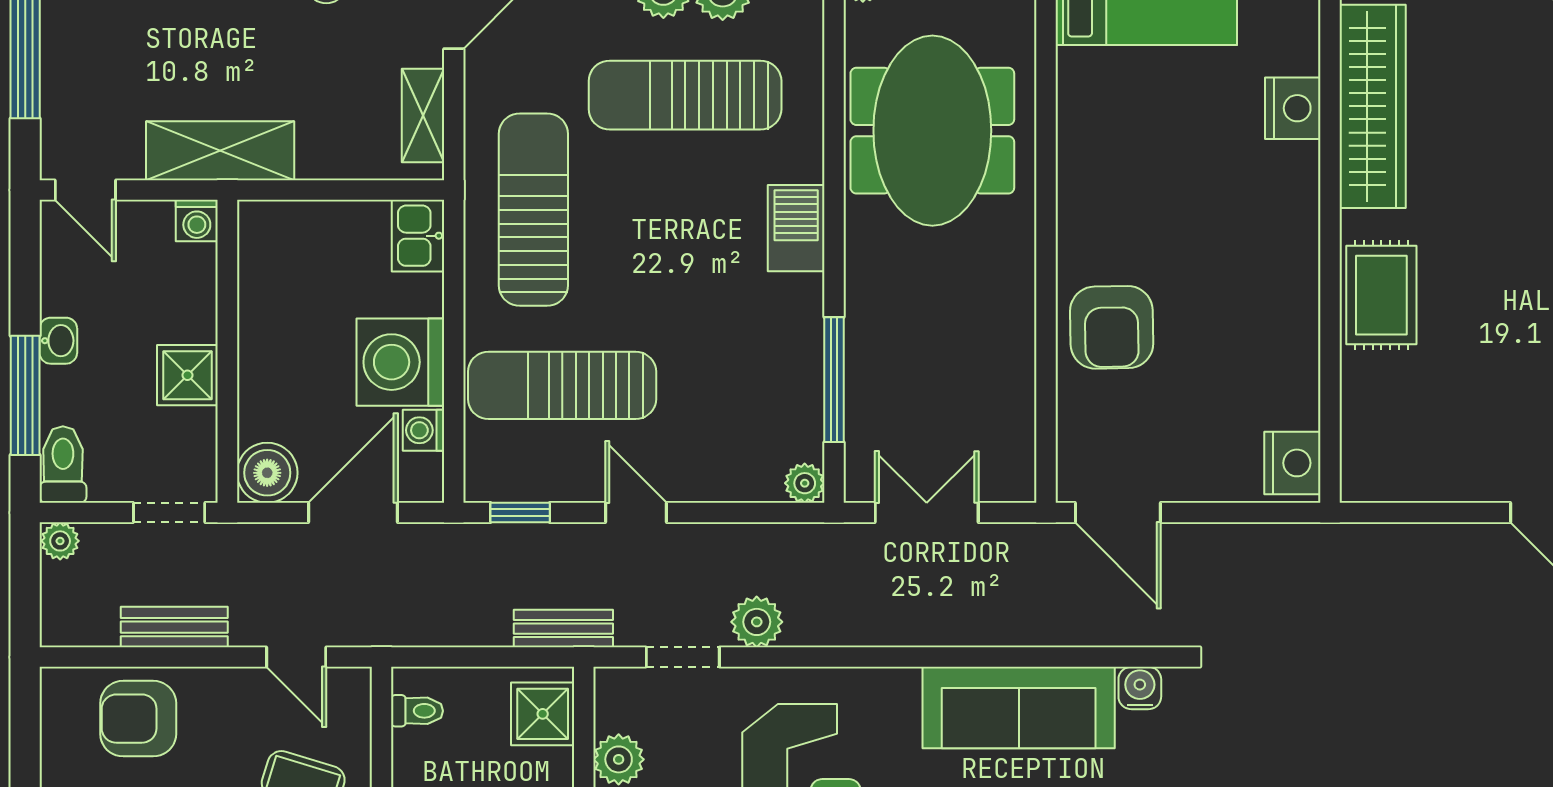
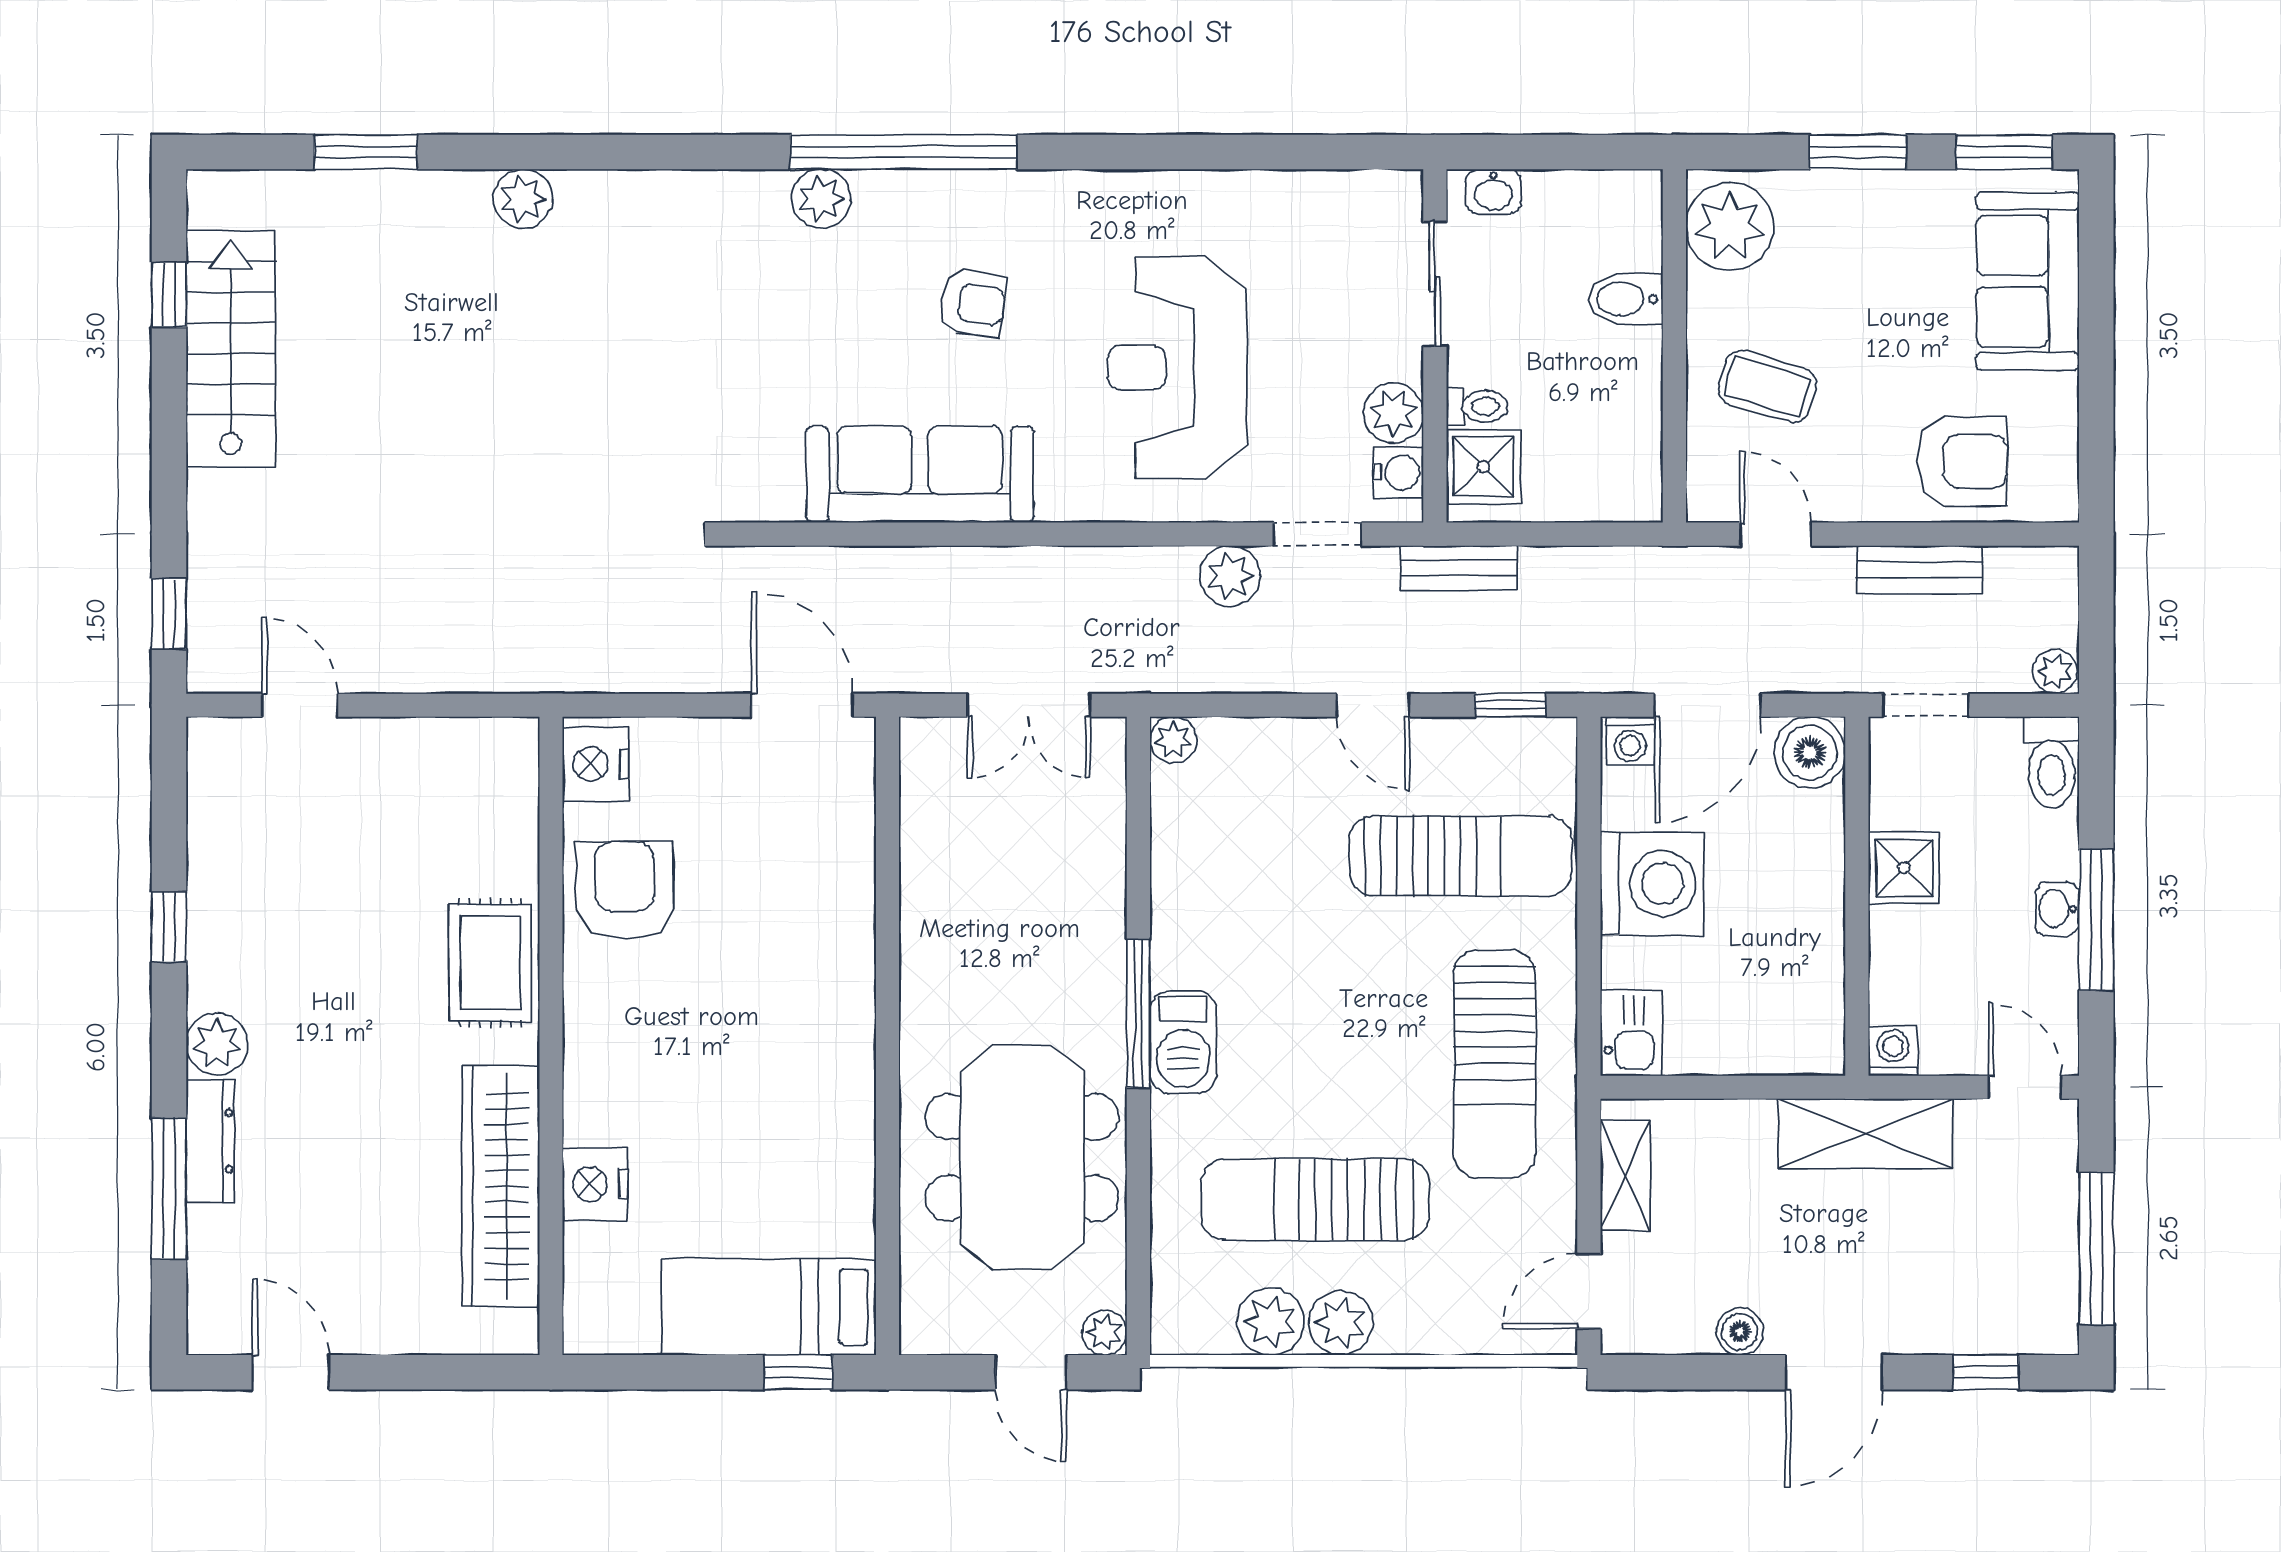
sun lounger: (685, 95) -> (1315, 1200), turned 180
armchair: (1112, 327) -> (625, 890), moved
window: (834, 380) -> (1138, 1013), moved
window: (25, 395) -> (2096, 920), moved
washing machine: (424, 430) -> (1630, 741), moved, turned 90
water cooler: (1140, 688) -> (1398, 473), moved, turned -90
toilet: (417, 711) -> (1477, 406), moved, turned 180

